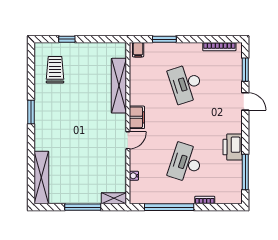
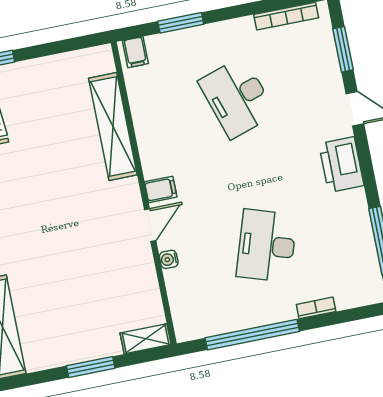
filing cabinet: (137, 117) -> (161, 189), width x0.50
printer: (233, 147) -> (341, 165), moved
water cooler: (134, 176) -> (169, 259), moved
window: (83, 207) -> (91, 367), width x0.69

